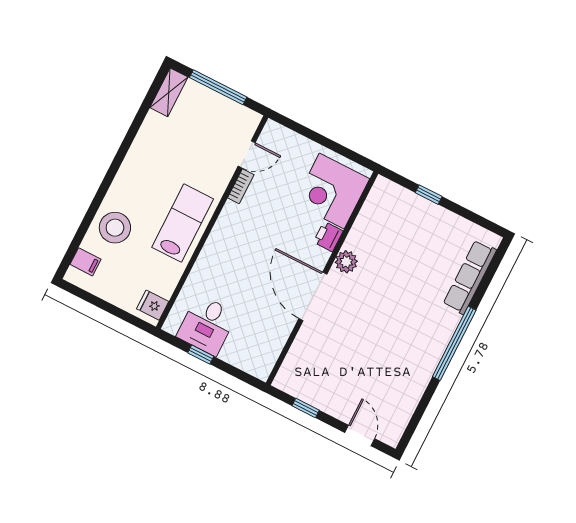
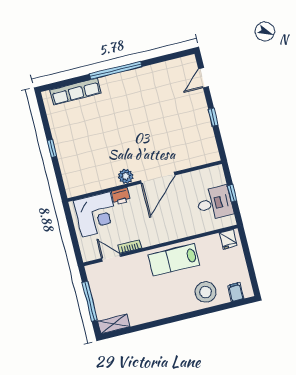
corner desk: (332, 191) -> (96, 214), moved
printer: (328, 237) -> (121, 196), moved
plant: (346, 262) -> (126, 176), moved
wall: (322, 278) -> (145, 181), moved
door: (313, 296) -> (158, 178), moved

